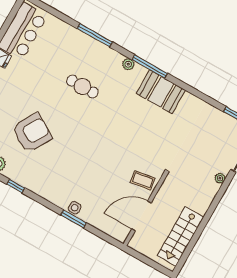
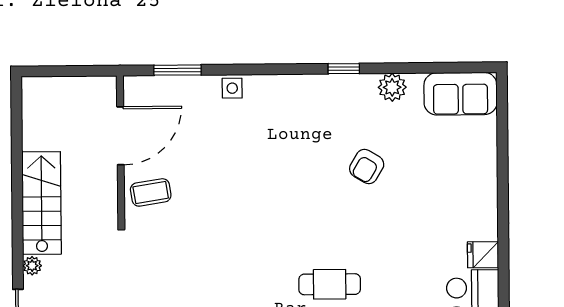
armchair: (32, 133) -> (367, 166), width x0.53, depth x0.53
window: (74, 219) -> (178, 70), moved
stairs: (181, 236) -> (42, 203), moved

